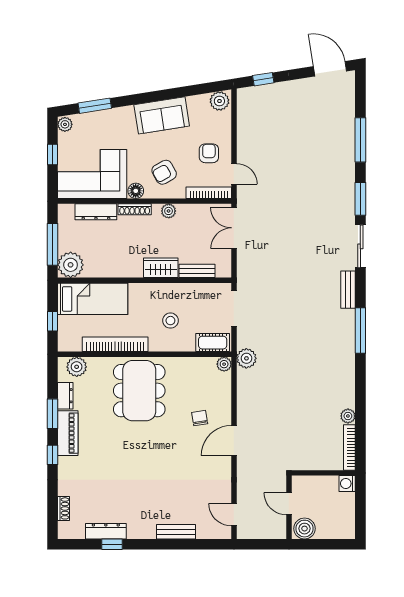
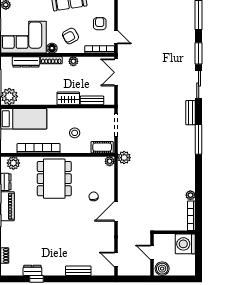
washing machine: (347, 484) -> (185, 244), width x1.89, depth x1.89
dresser: (106, 531) -> (32, 270), width x0.70

